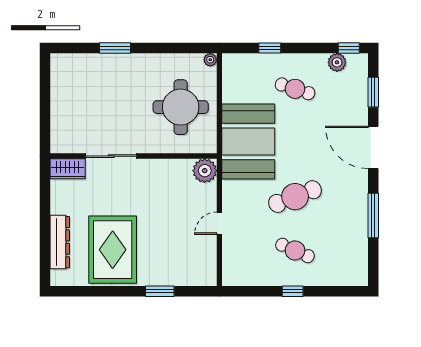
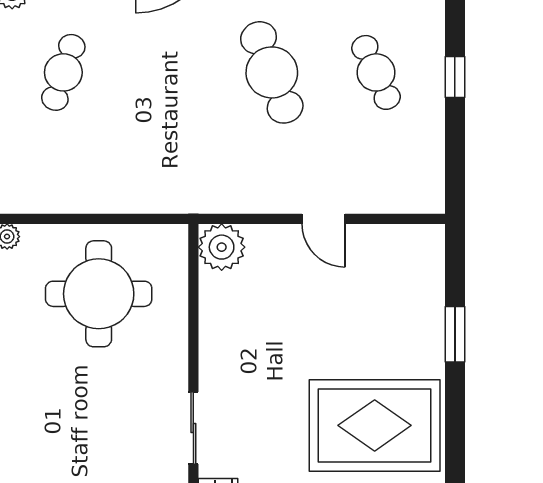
booth: (248, 142) -> (165, 163), removed
sliding door: (111, 156) -> (193, 428), width x0.73
cafe table: (295, 250) -> (376, 72), turned -48

